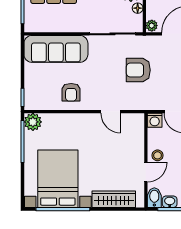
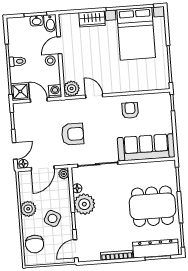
plant: (33, 122) -> (72, 89), moved
wardrobe: (114, 199) -> (92, 19), width x0.67

